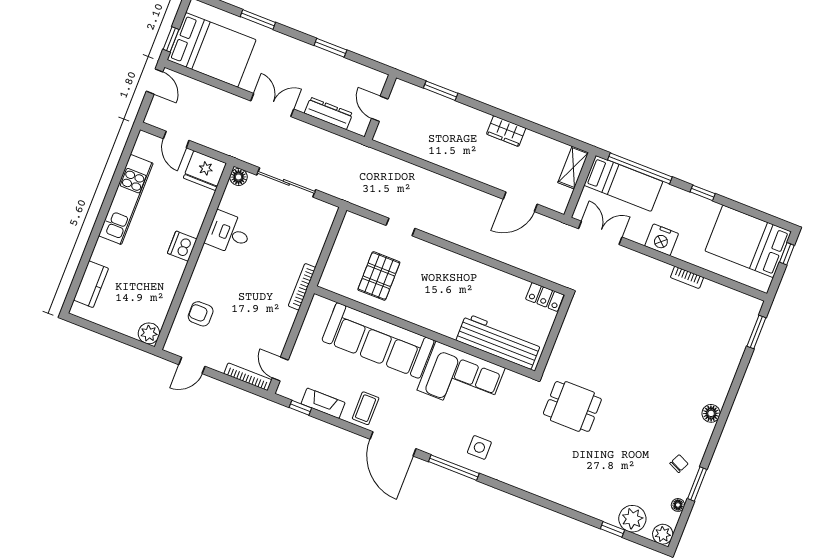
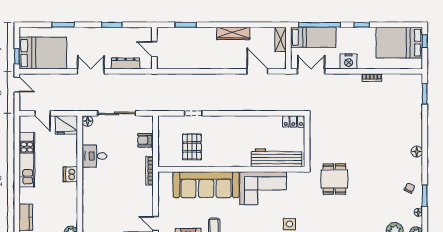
wardrobe: (506, 131) -> (233, 33), width x1.50
door: (520, 202) -> (257, 71), swing flipped
armchair: (201, 314) -> (145, 140), moved
dining table: (572, 406) -> (334, 179), turned 90

